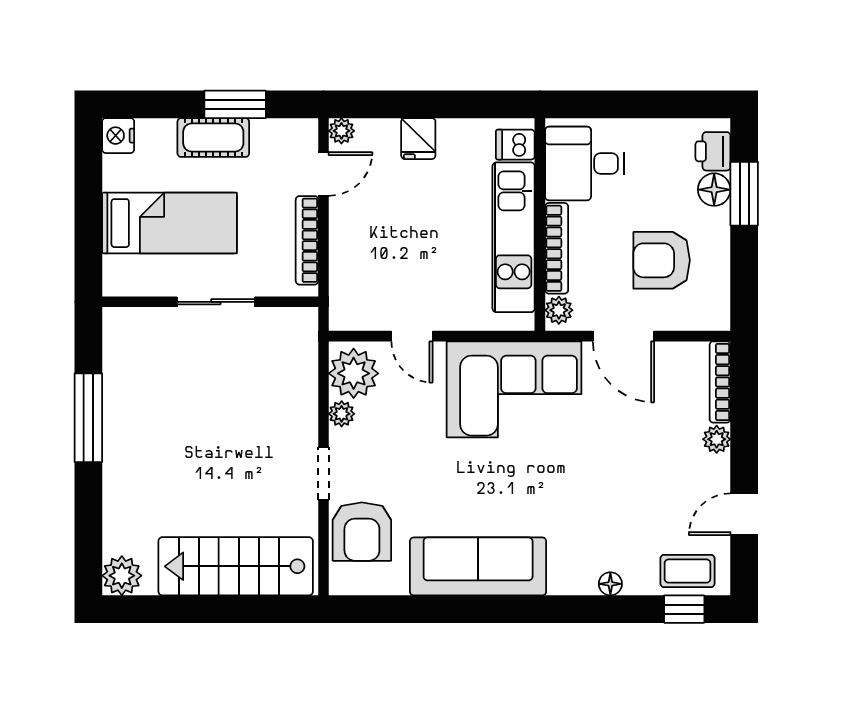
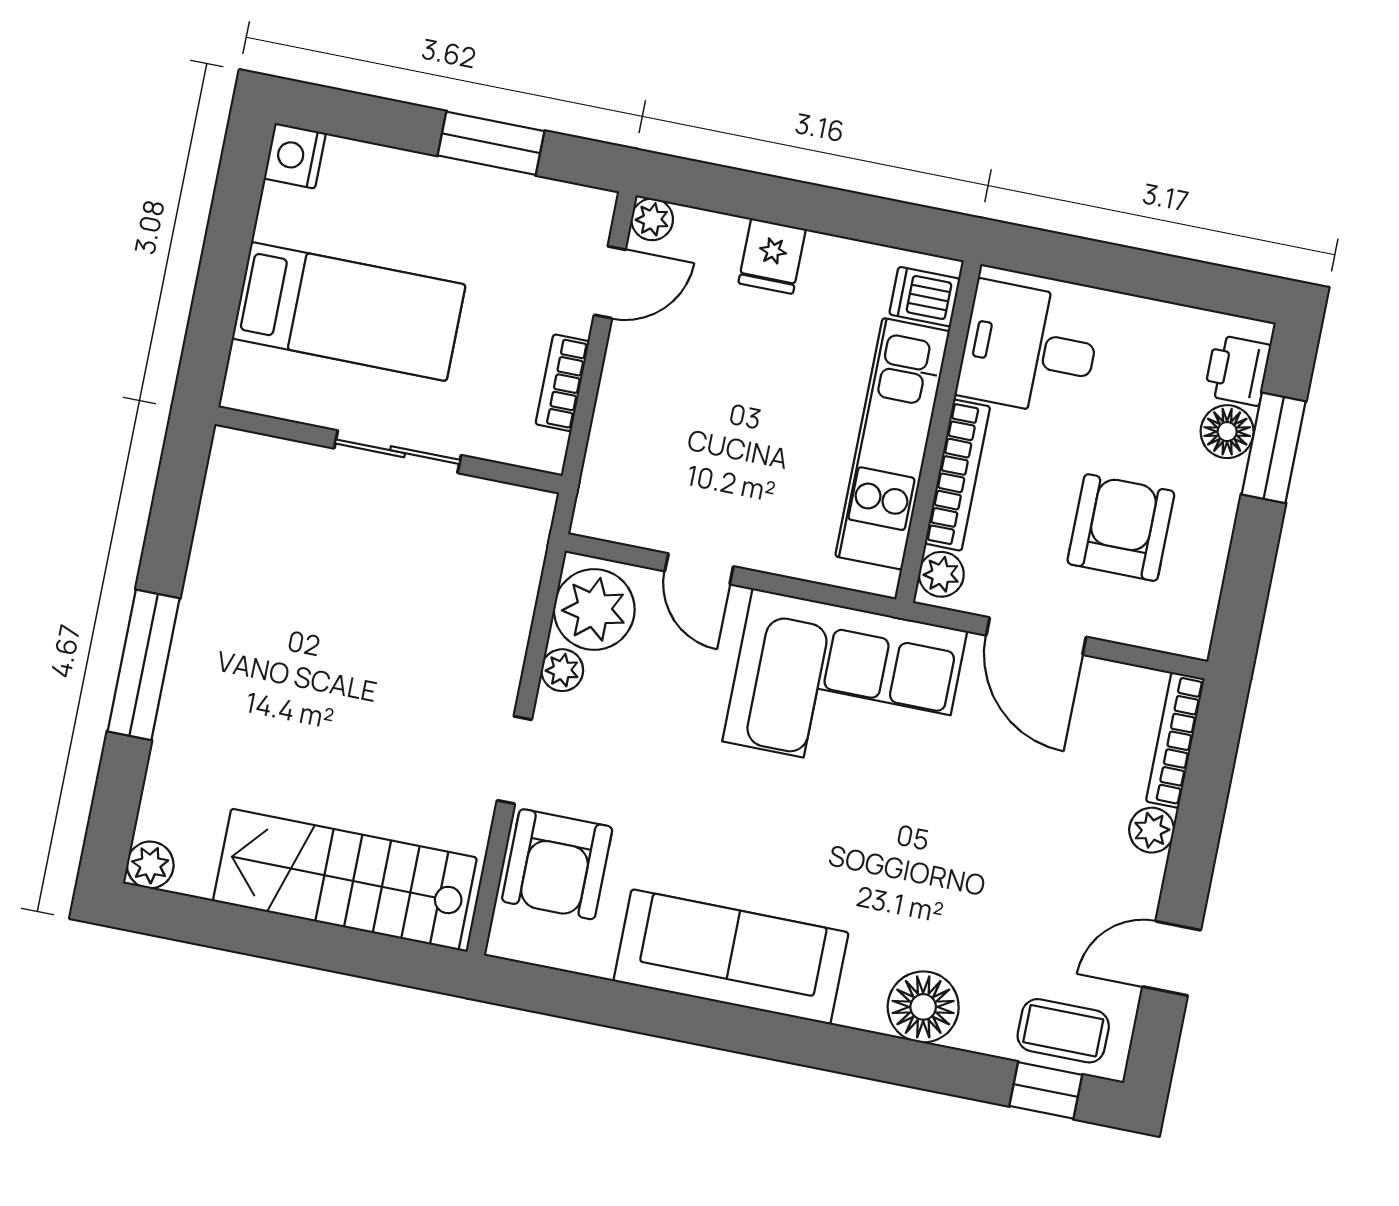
cot: (213, 138) -> (446, 189), removed
bookcase: (307, 240) -> (562, 383), width x0.64
armchair: (662, 260) -> (1121, 528), turned 90
window: (88, 418) -> (144, 665), moved
plant: (122, 576) -> (150, 865), width x0.73, depth x0.73
floor lamp: (610, 584) -> (923, 1007), width x1.89, depth x1.89

